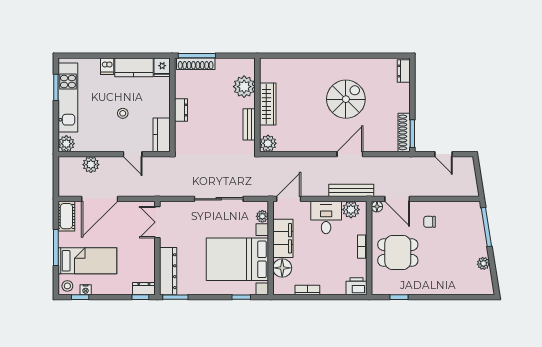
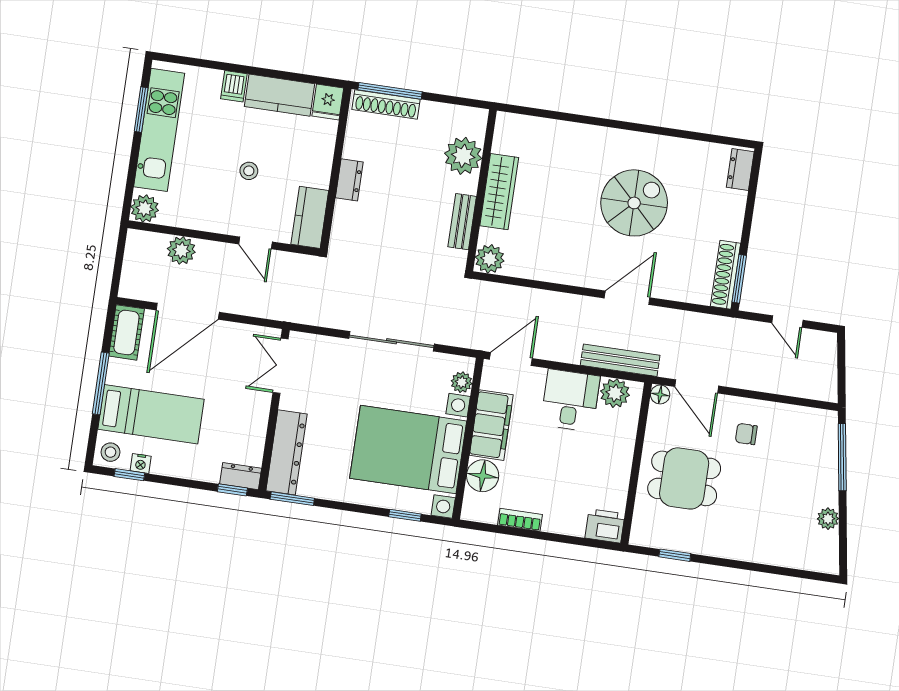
bookcase: (362, 247) -> (625, 459), removed

